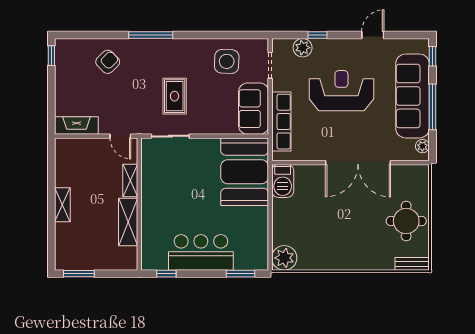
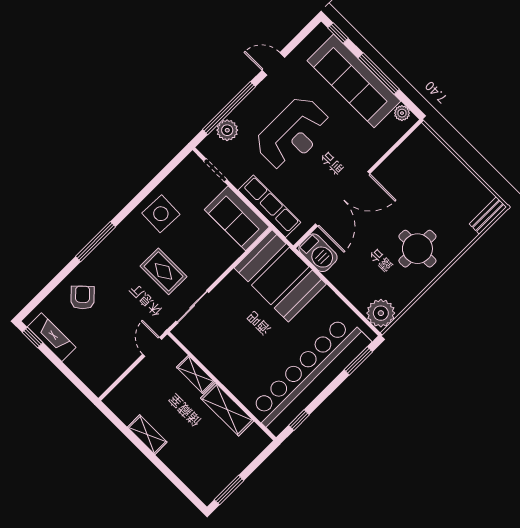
window: (318, 35) -> (229, 108), width x3.17
door: (373, 35) -> (273, 64), hinge flipped
side table: (227, 61) -> (161, 214), moved
reception desk: (341, 91) -> (293, 134), turned 180
fireplace: (76, 126) -> (52, 337), moved, turned 90
door: (120, 136) -> (152, 347), swing flipped
double door: (358, 163) -> (343, 199), moved
shelving: (62, 205) -> (147, 435), moved
round table: (406, 221) -> (417, 249), moved
bar counter: (201, 252) -> (310, 375), width x1.86

